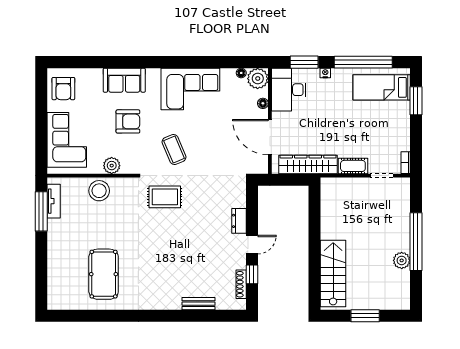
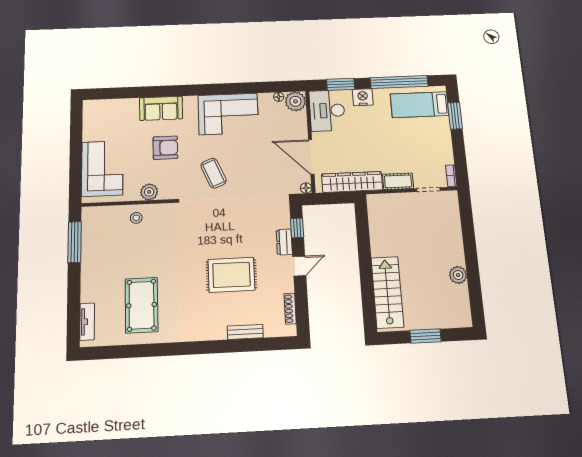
nightstand: (325, 73) -> (363, 97), width x1.89, depth x1.79
armchair: (63, 89) -> (99, 119), removed
floor lamp: (263, 103) -> (306, 188), moved
stool: (99, 191) -> (136, 218), width x0.53, depth x0.53
rug: (165, 197) -> (231, 275), moved, width x1.36, depth x1.43
tv unit: (54, 201) -> (87, 322), moved
window: (416, 242) -> (471, 255), removed
window: (252, 274) -> (297, 228), moved

